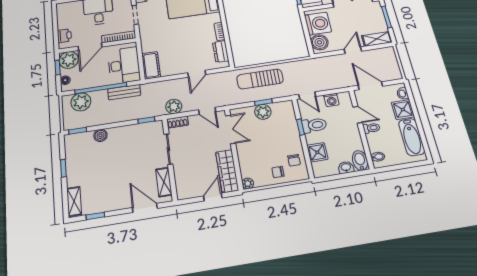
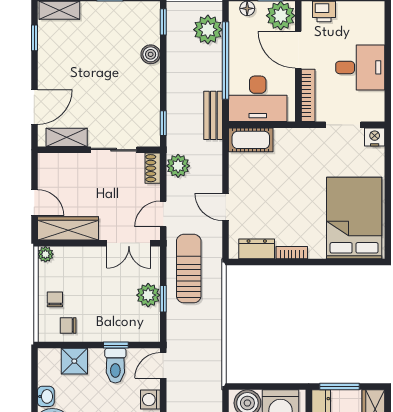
sun lounger: (260, 79) -> (189, 269), moved
bench: (124, 92) -> (213, 115), moved

